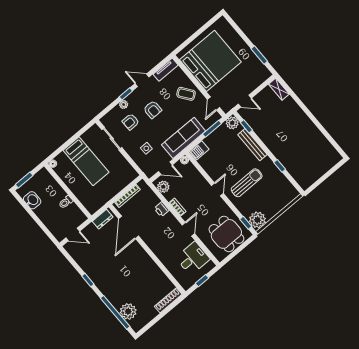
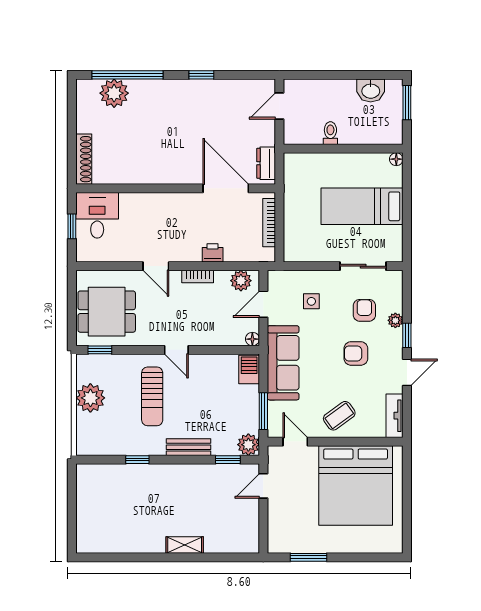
shelving: (279, 89) -> (185, 545), moved
bench: (252, 145) -> (189, 447), width x0.73
plant: (257, 220) -> (90, 398), moved
desk: (193, 258) -> (97, 215), moved, turned 180

